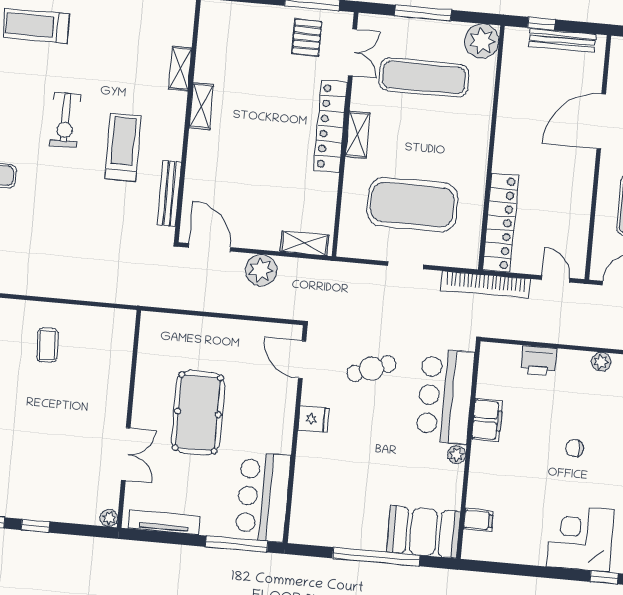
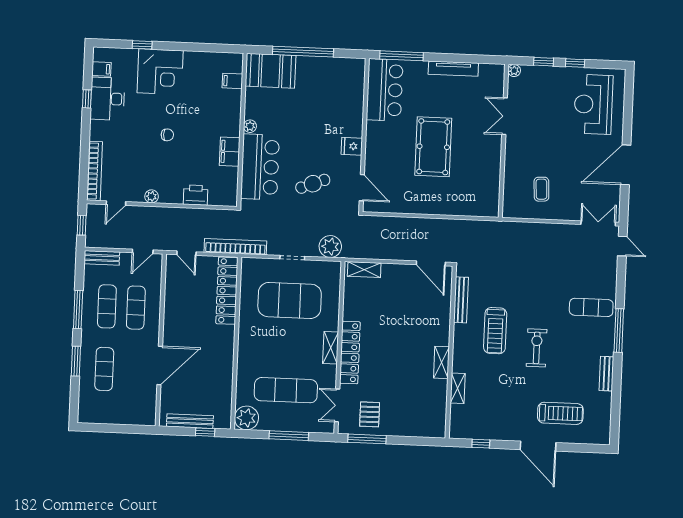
plant: (261, 270) -> (330, 247), moved
wall: (129, 419) -> (504, 141), moved
double door: (126, 454) -> (505, 116), moved
plant: (109, 518) -> (514, 71), moved

